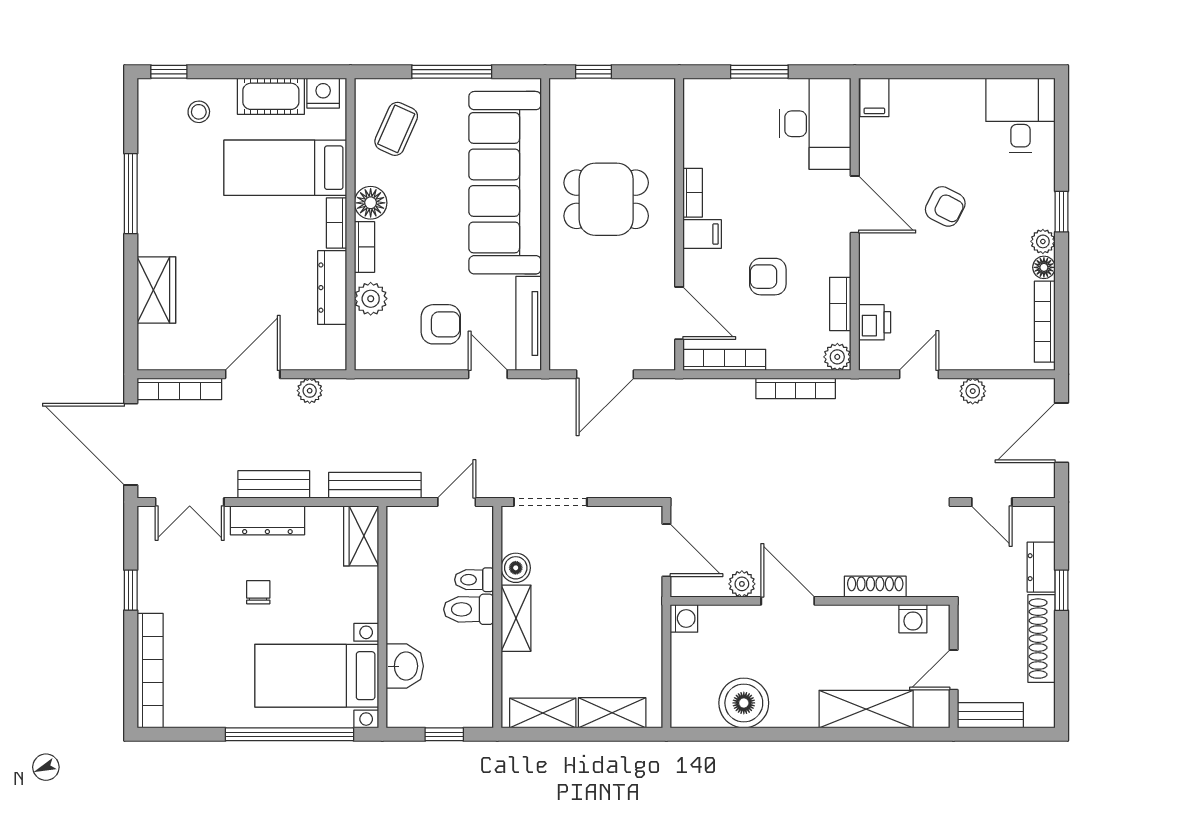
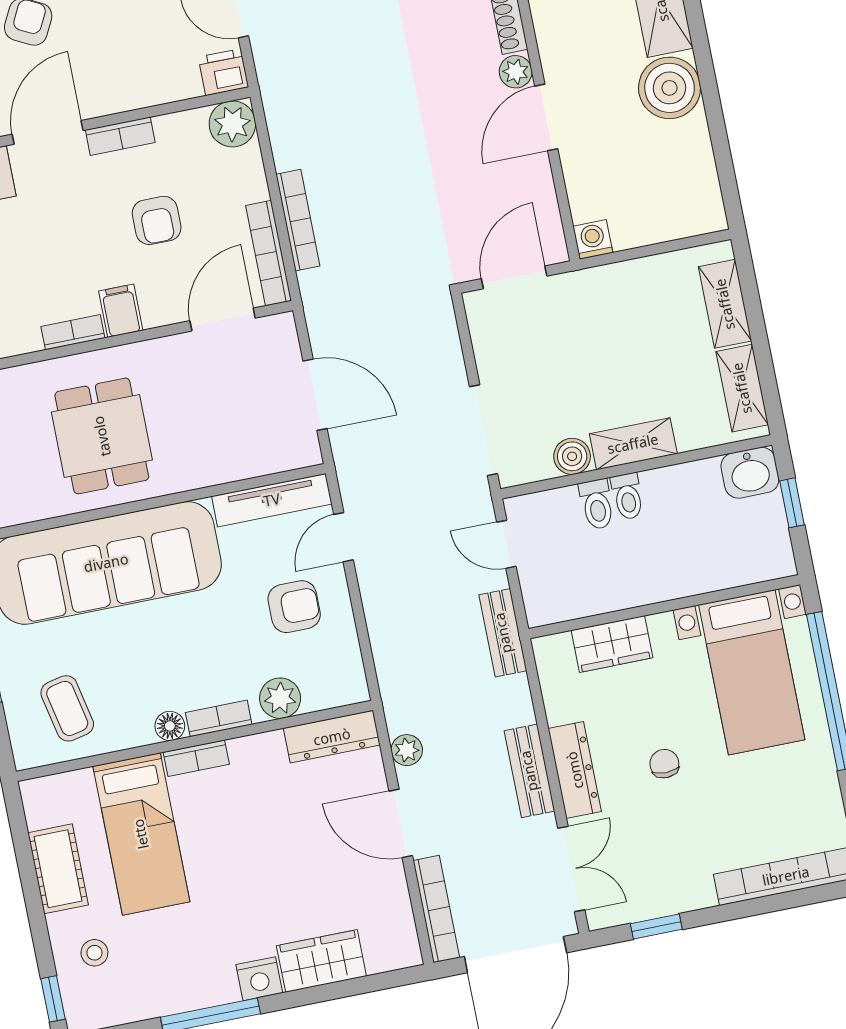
nightstand: (323, 93) -> (259, 979), moved, turned -90
coffee table: (396, 129) -> (67, 708), turned 54
floor lamp: (371, 203) -> (170, 726), width x0.73, depth x0.73
dresser: (332, 288) -> (332, 737), moved
bookcase: (840, 304) -> (120, 136), moved
printer: (875, 322) -> (223, 72), moved
armchair: (441, 324) -> (294, 607), turned 90
plant: (837, 357) -> (232, 124), width x1.38, depth x1.38
bookcase: (796, 388) -> (298, 220), moved
bench: (375, 485) -> (503, 633), width x0.73
wardrobe: (361, 536) -> (612, 644), moved
plant: (742, 584) -> (516, 72), moved
window: (131, 590) -> (656, 926), moved
chair: (258, 592) -> (664, 764), turned 90
toilet: (468, 609) -> (627, 496), width x0.73, depth x0.72
washbasin: (405, 666) -> (750, 473), moved, turned 180
boiler: (744, 703) -> (670, 88), moved

